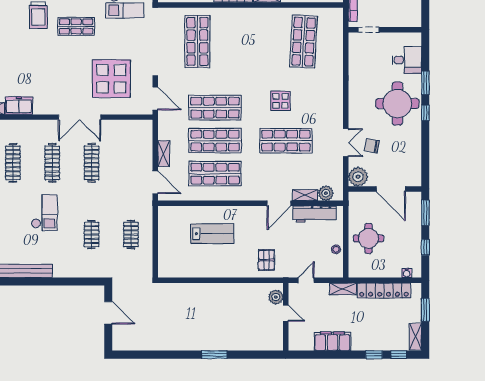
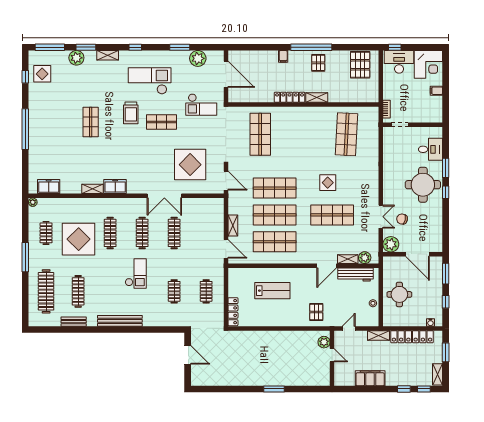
locker: (164, 260) -> (233, 312), added

